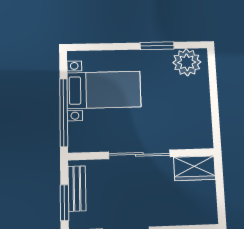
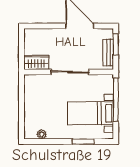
window: (157, 46) -> (83, 142), moved
plant: (187, 62) -> (42, 134), width x0.53, depth x0.53

